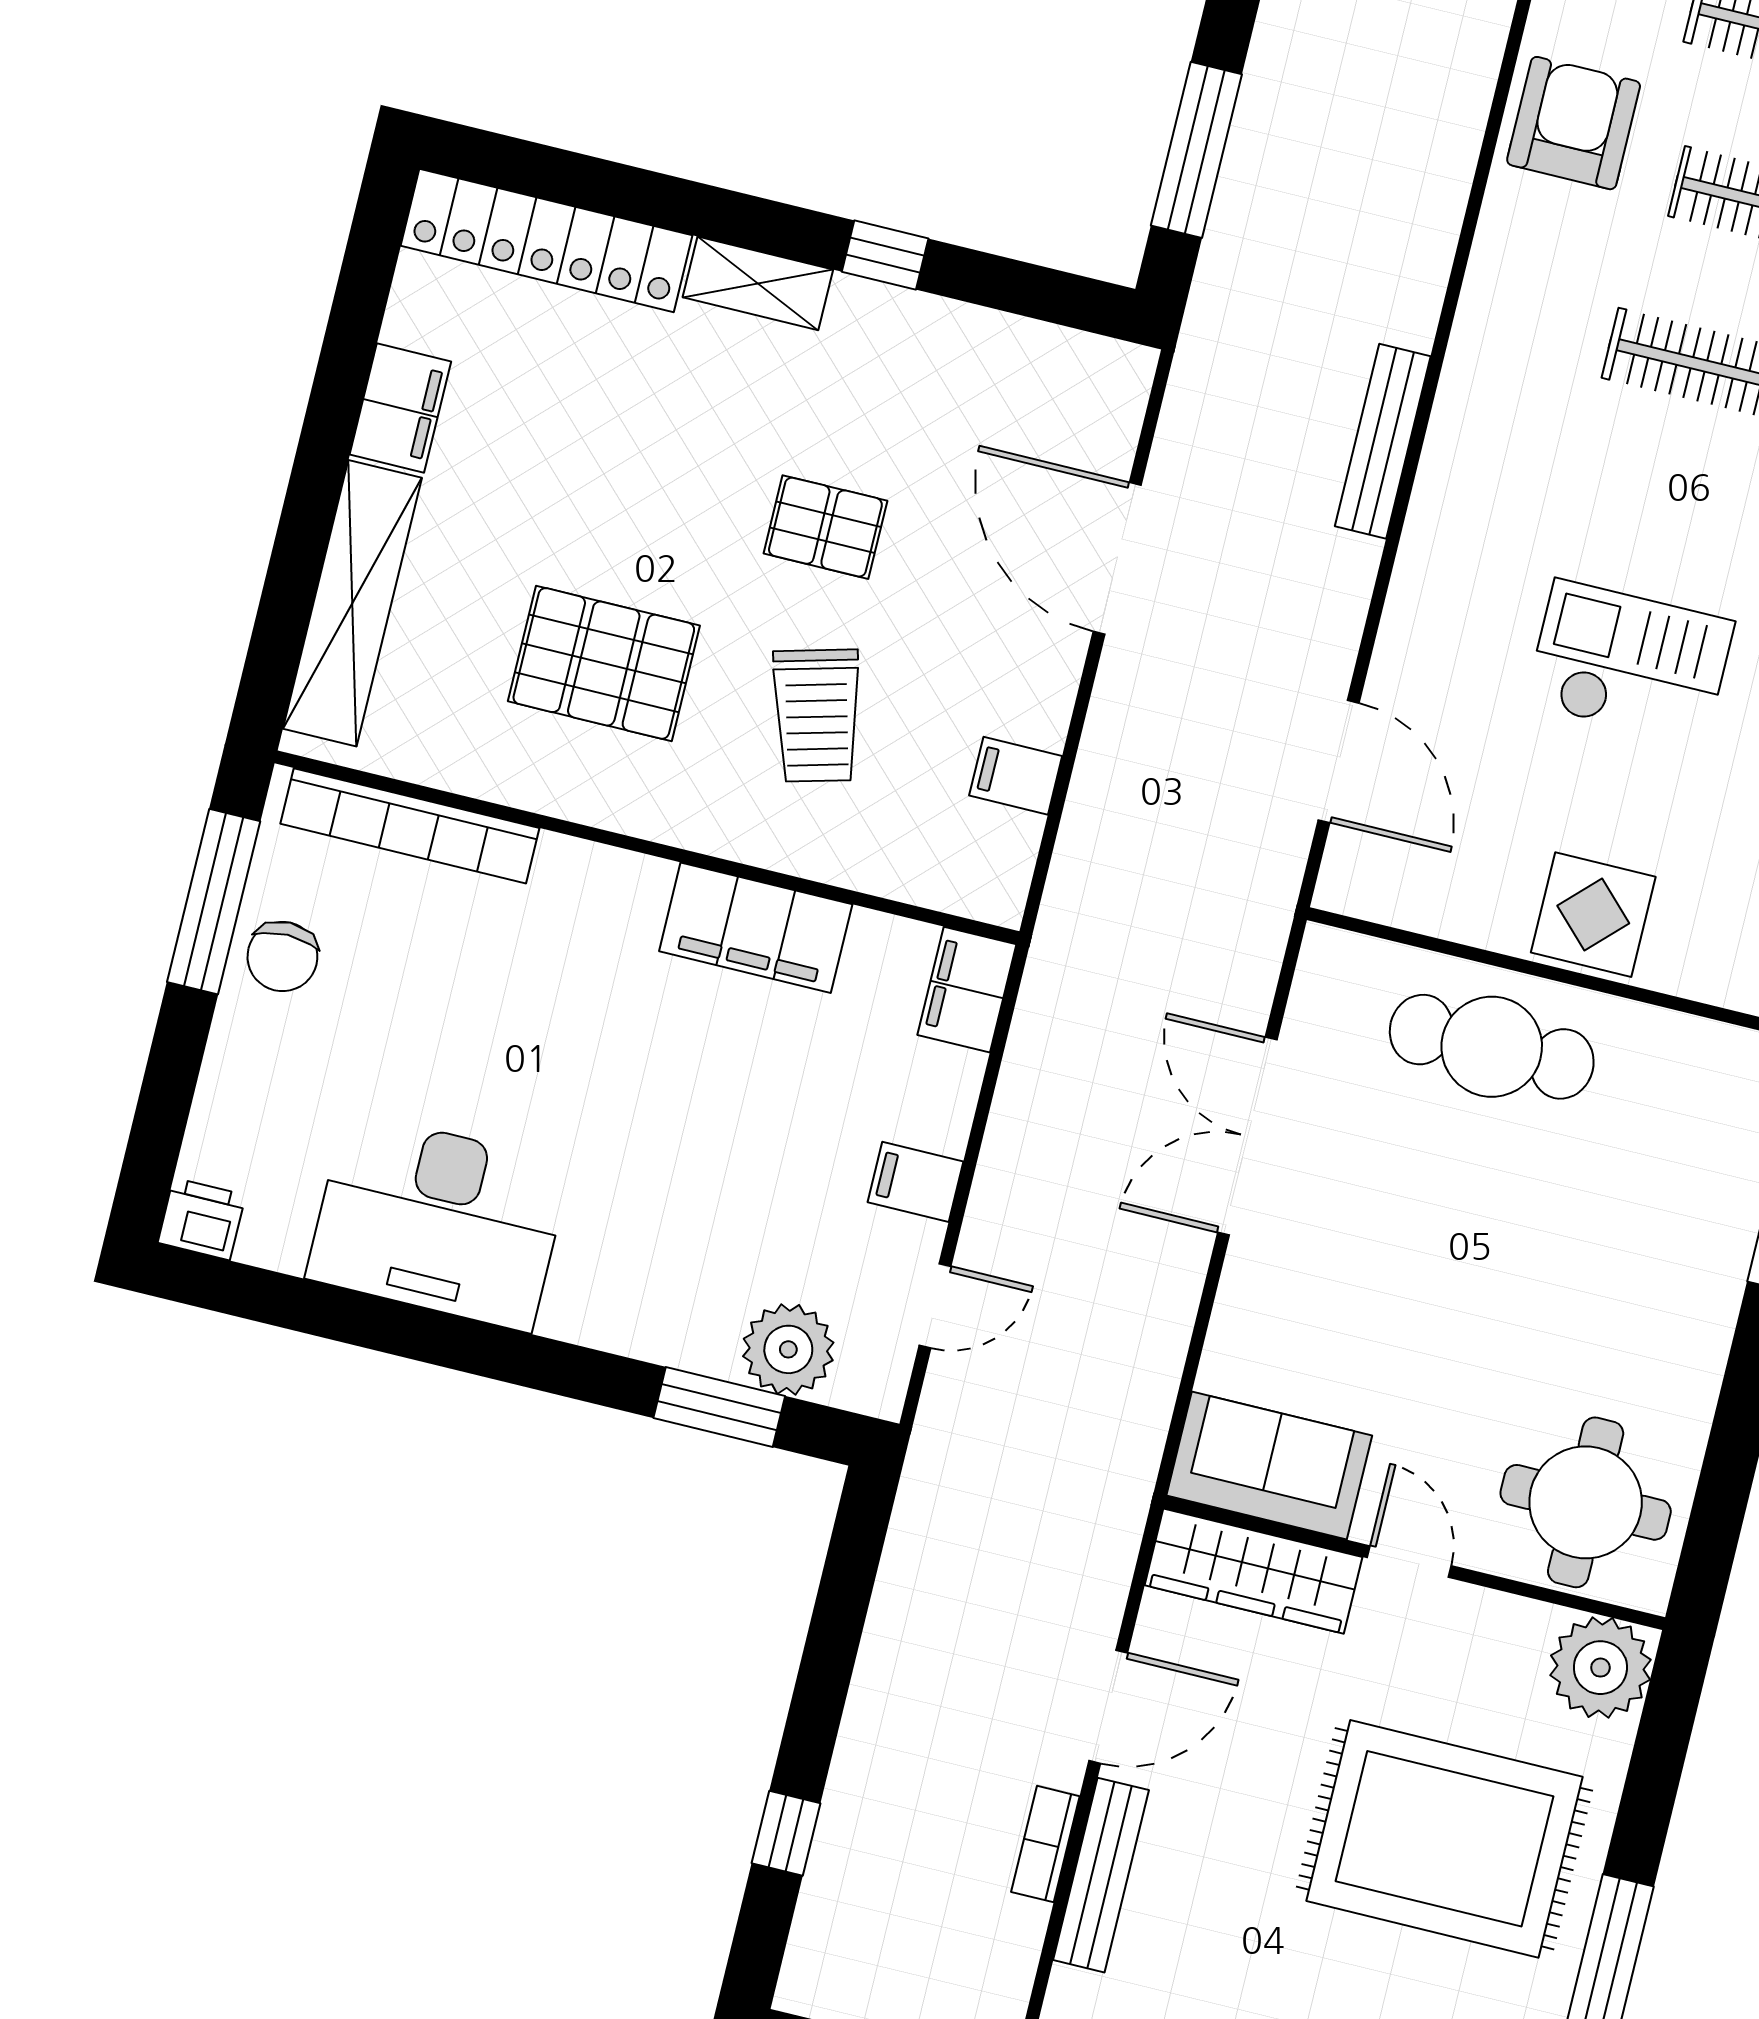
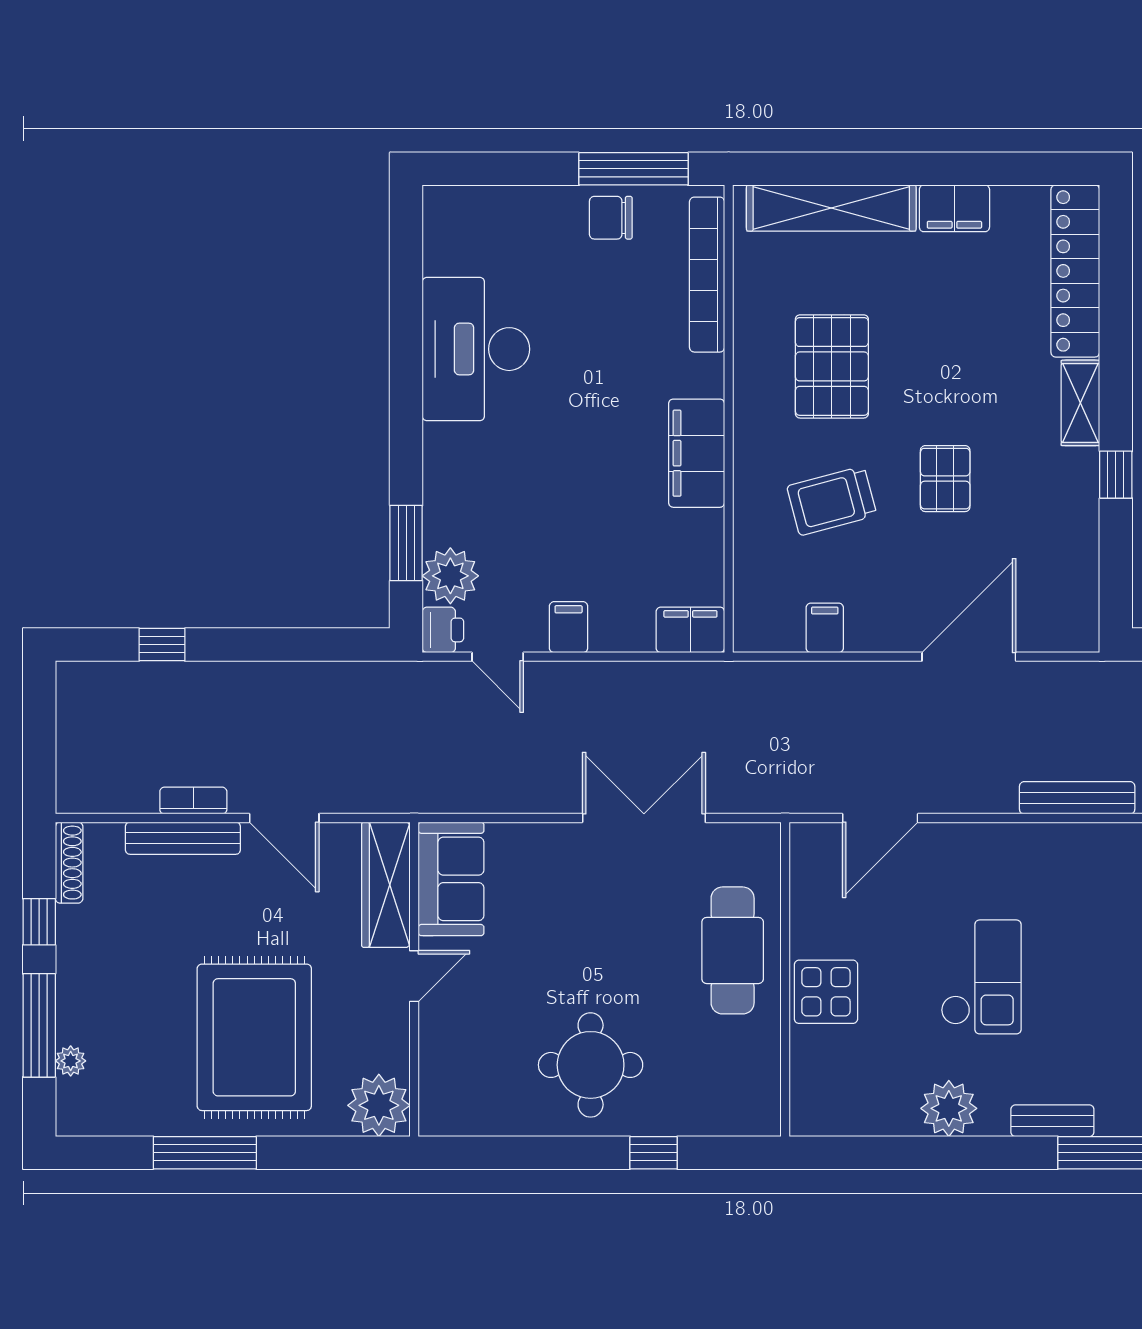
filing cabinet: (756, 928) -> (697, 453), moved
printer: (202, 1219) -> (443, 630), moved
round table: (1586, 1502) -> (591, 1065), moved

